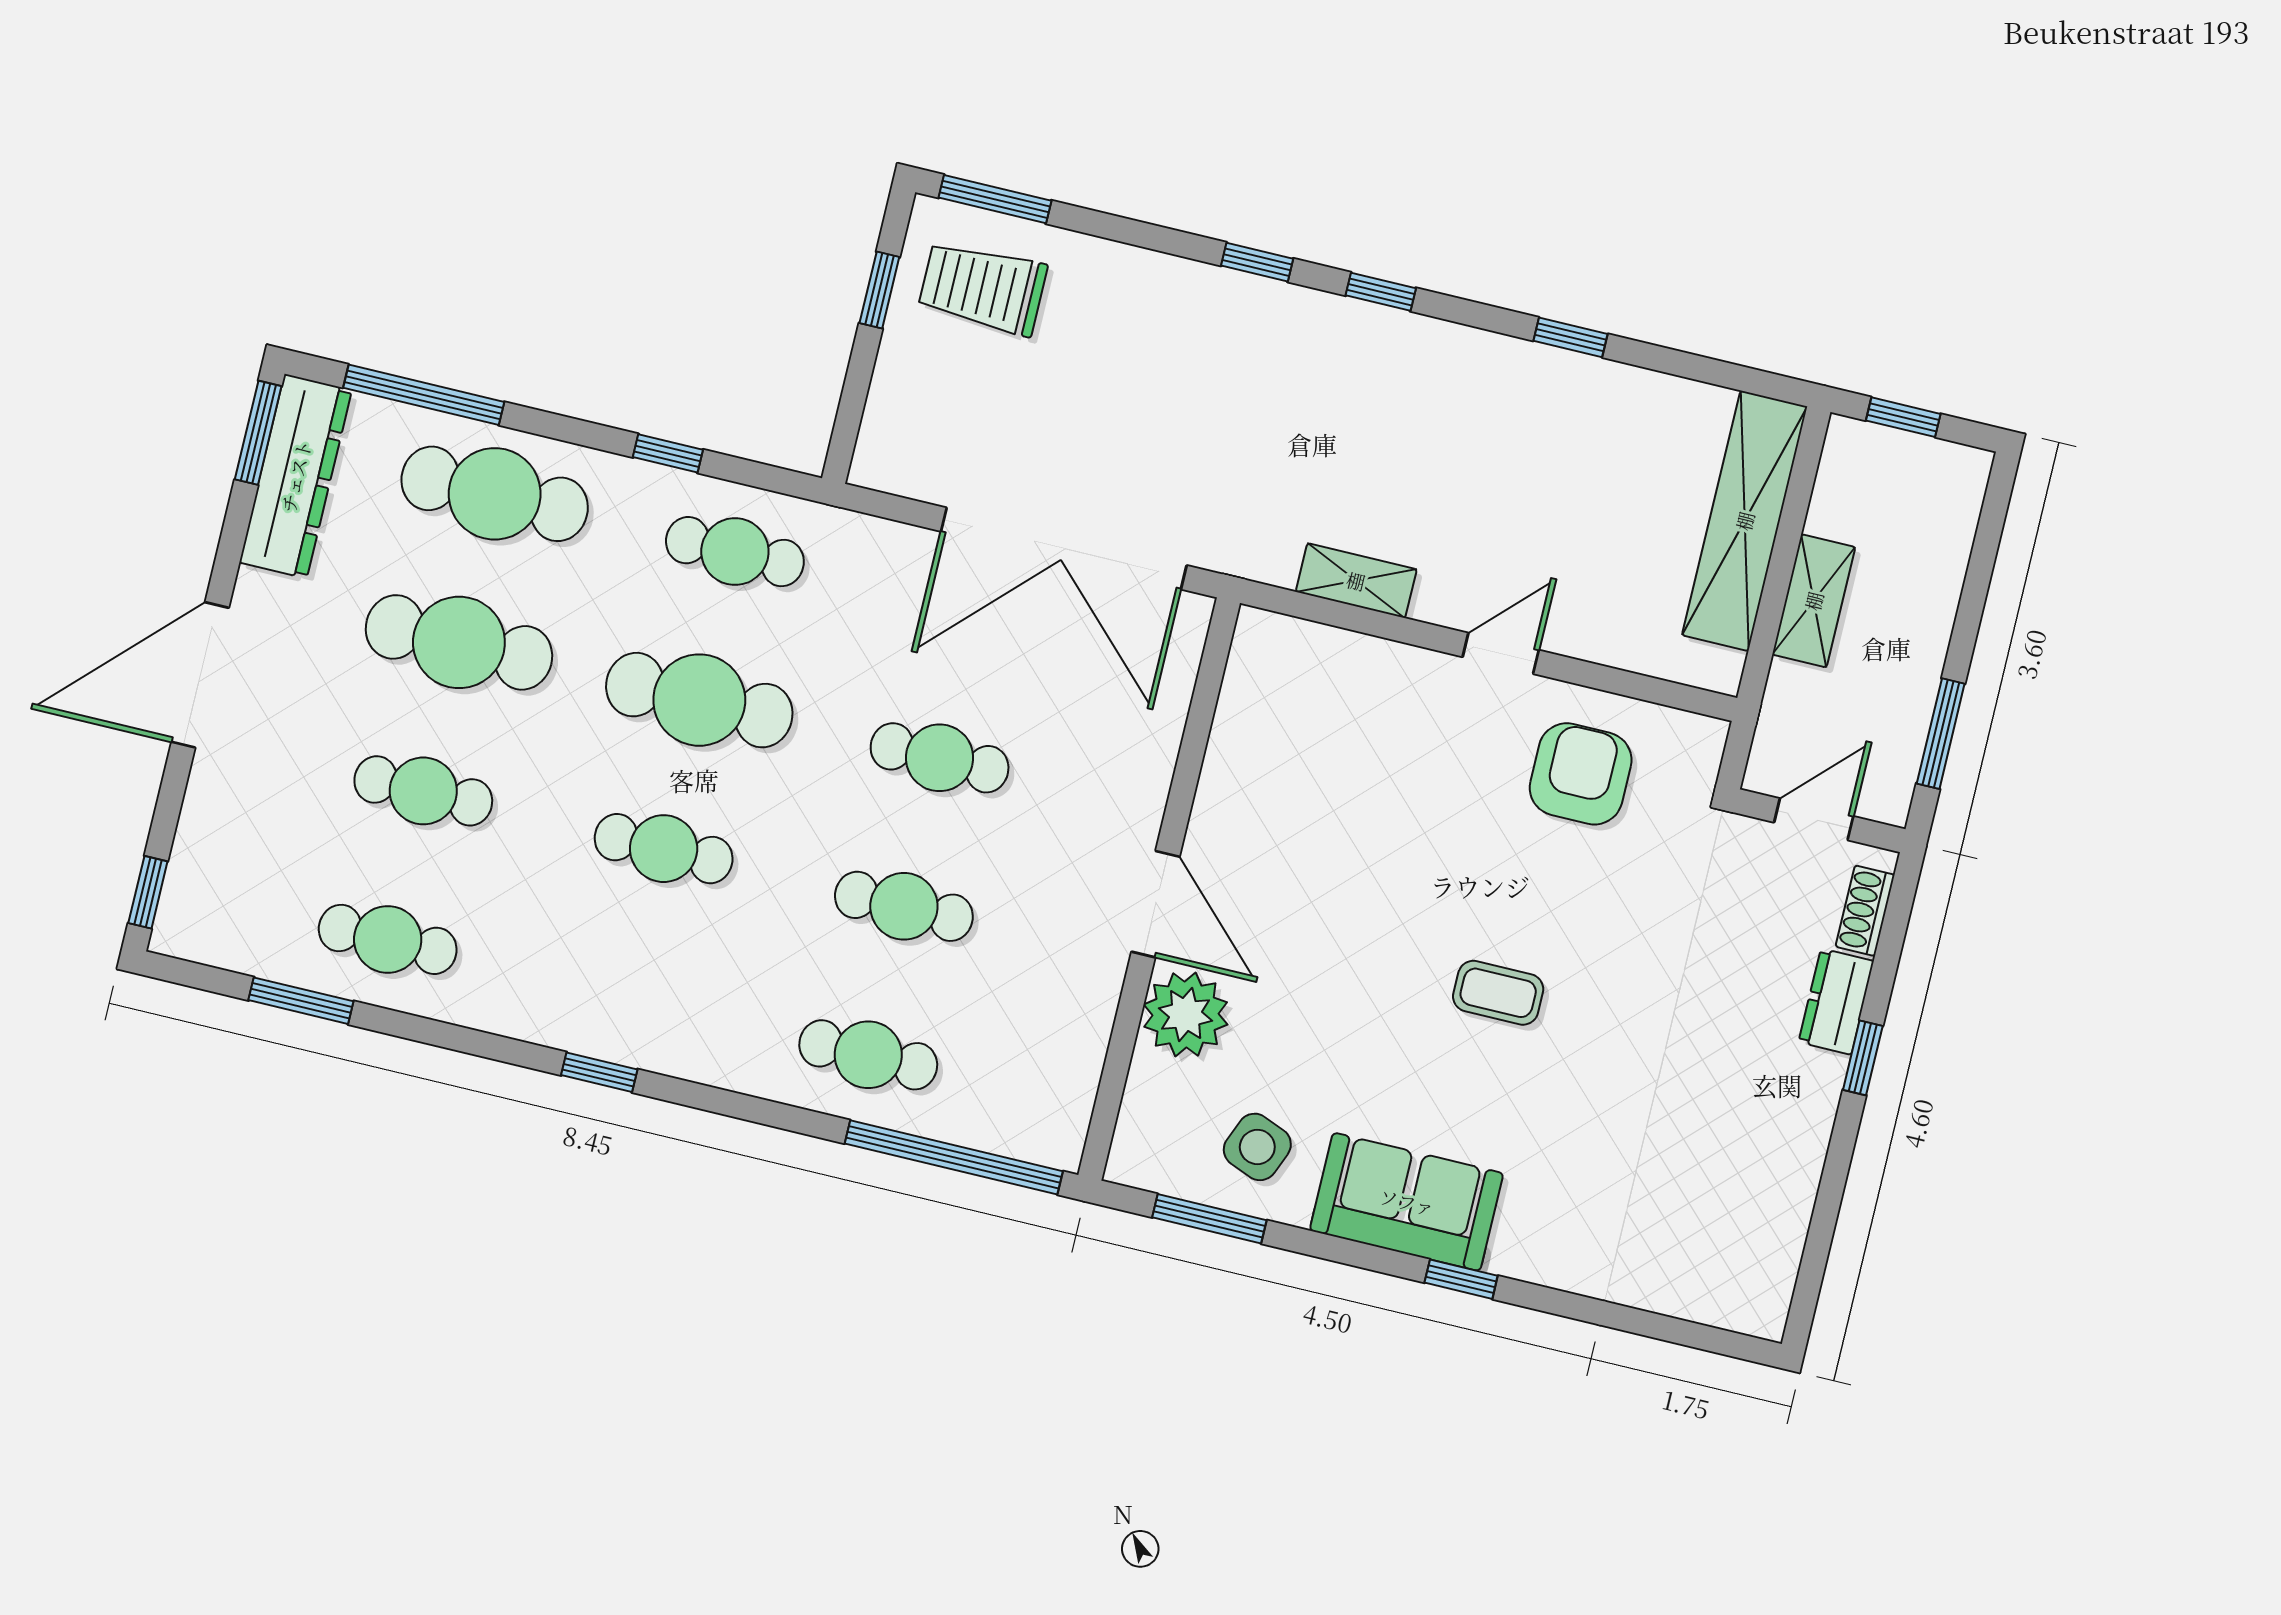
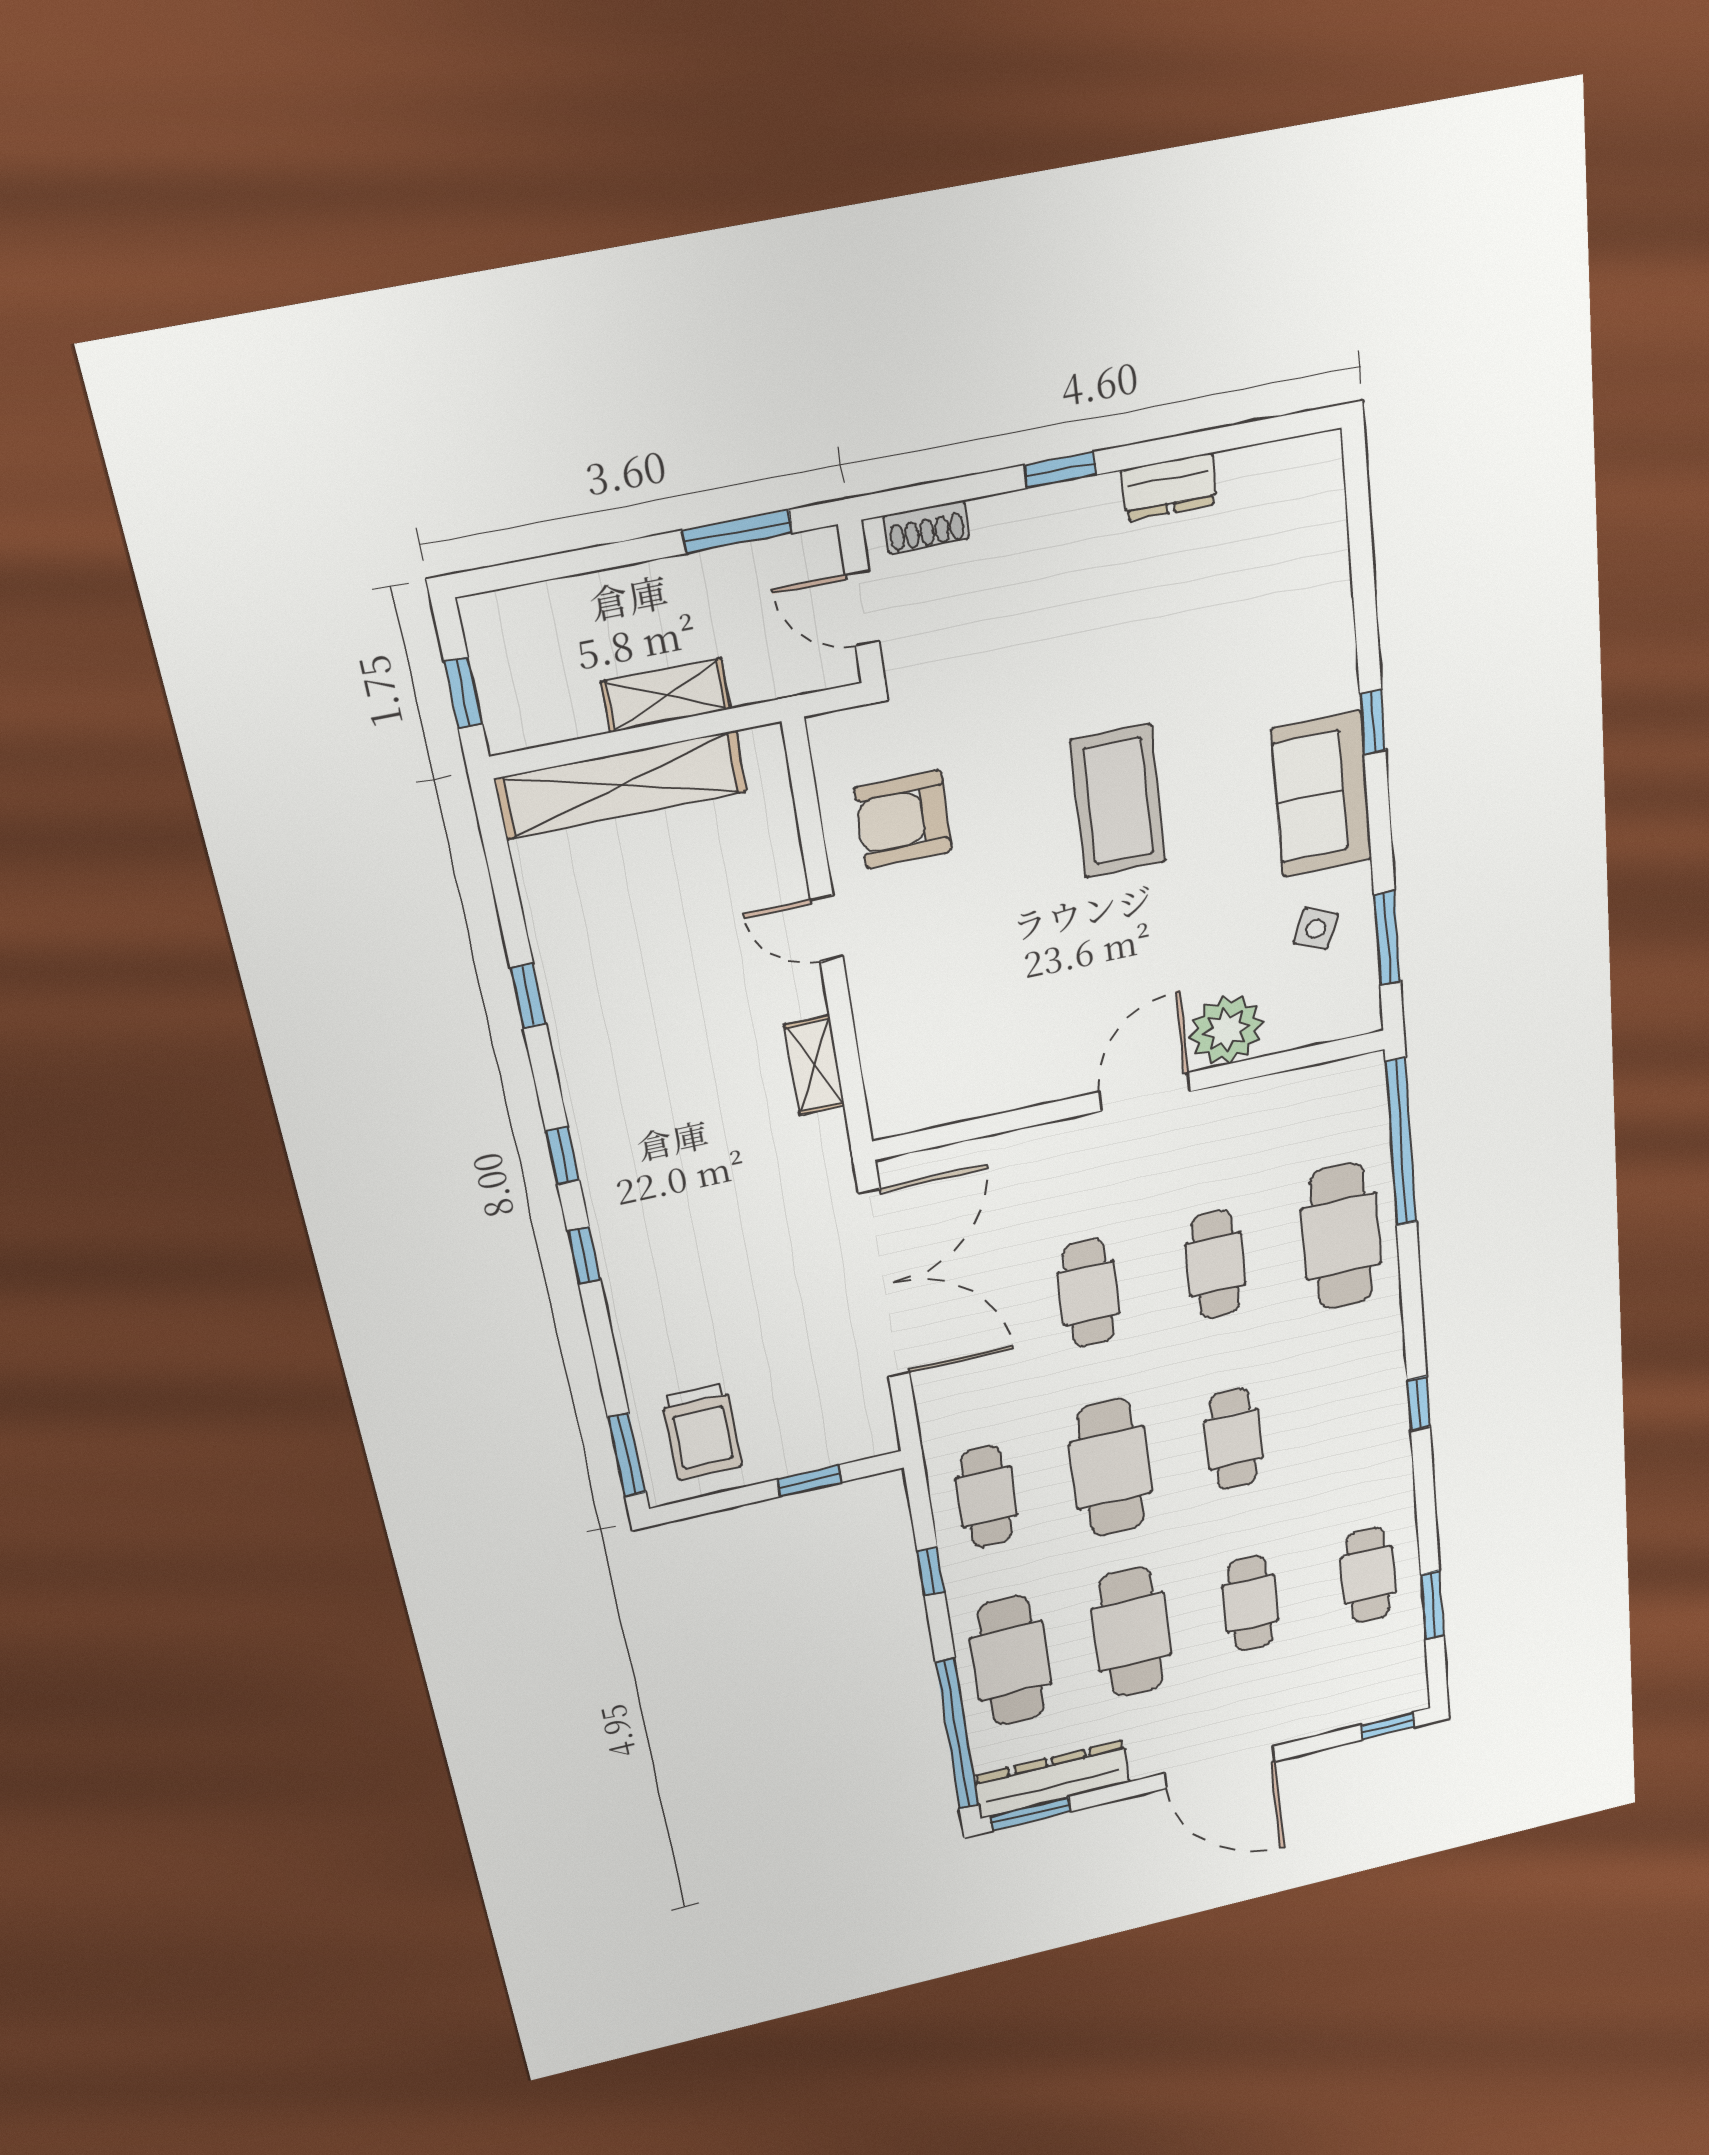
window: (879, 290) -> (809, 1481), moved
window: (424, 395) -> (957, 1734), width x1.46
coffee table: (1498, 993) -> (1118, 801), width x1.86, depth x1.72
dresser: (1836, 1002) -> (1169, 487), moved
cafe table: (868, 1055) -> (1341, 1236), width x1.37, depth x1.35
side table: (1257, 1147) -> (1316, 929), width x0.73, depth x0.73

